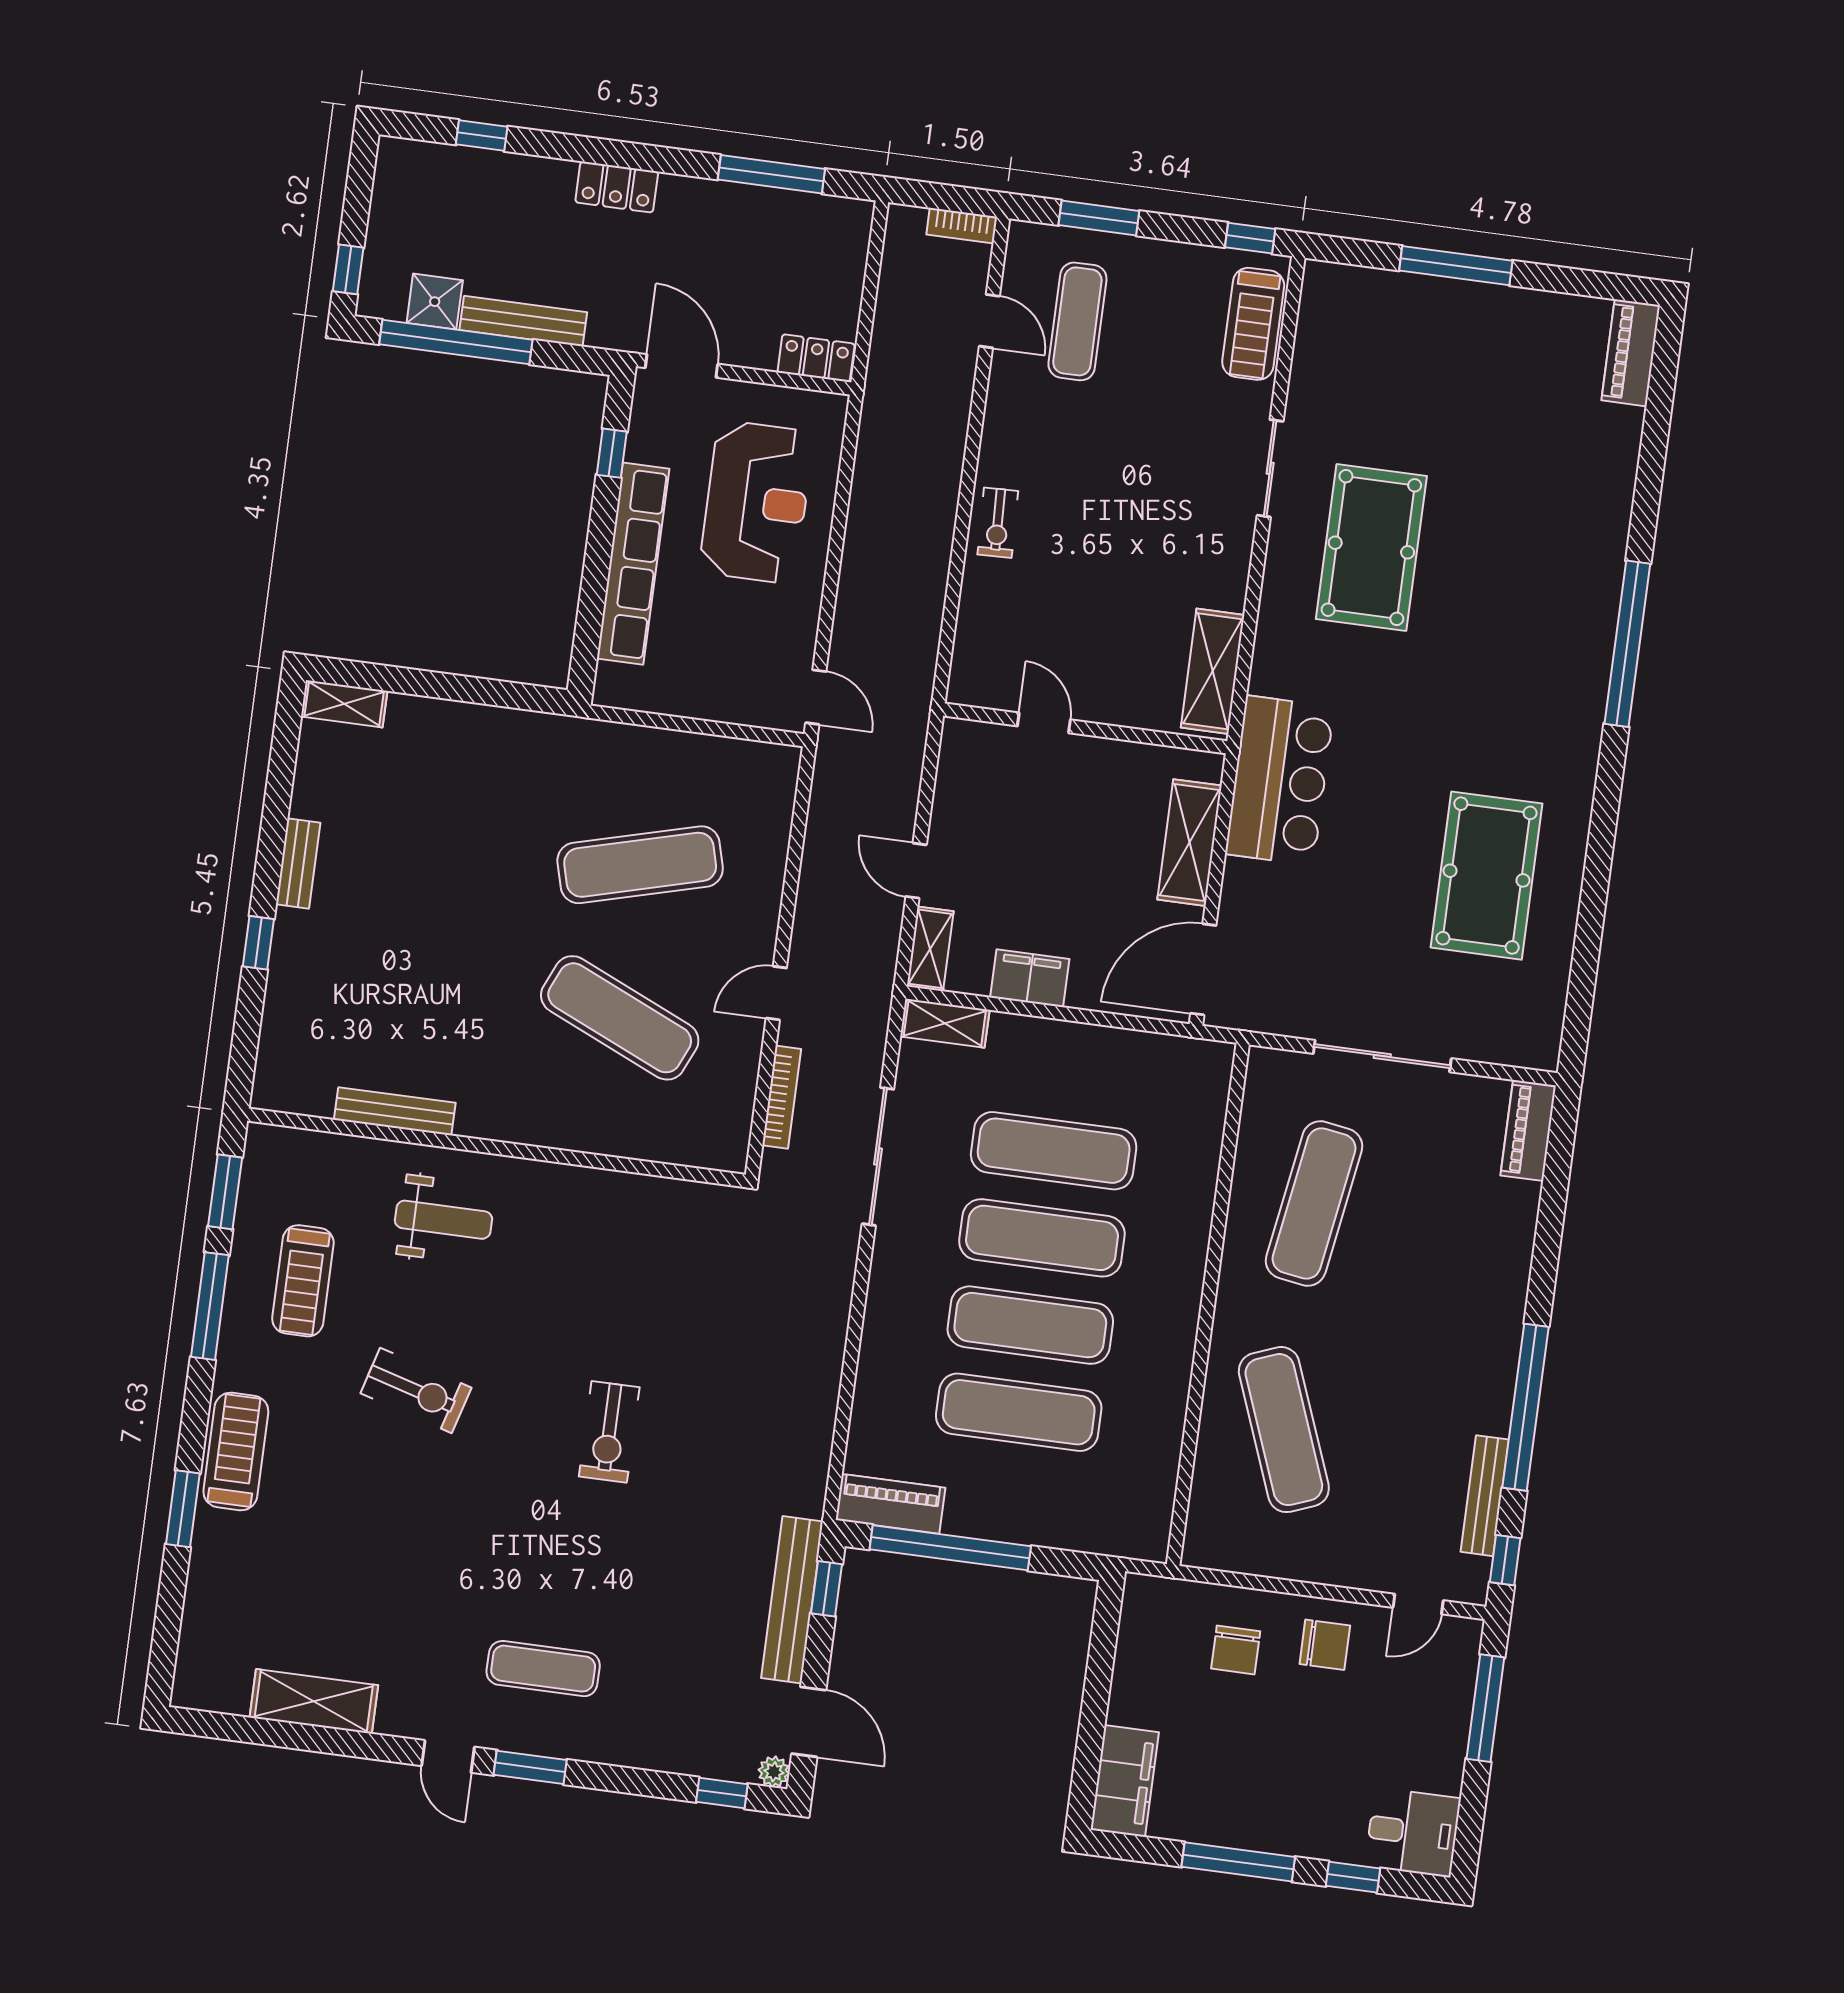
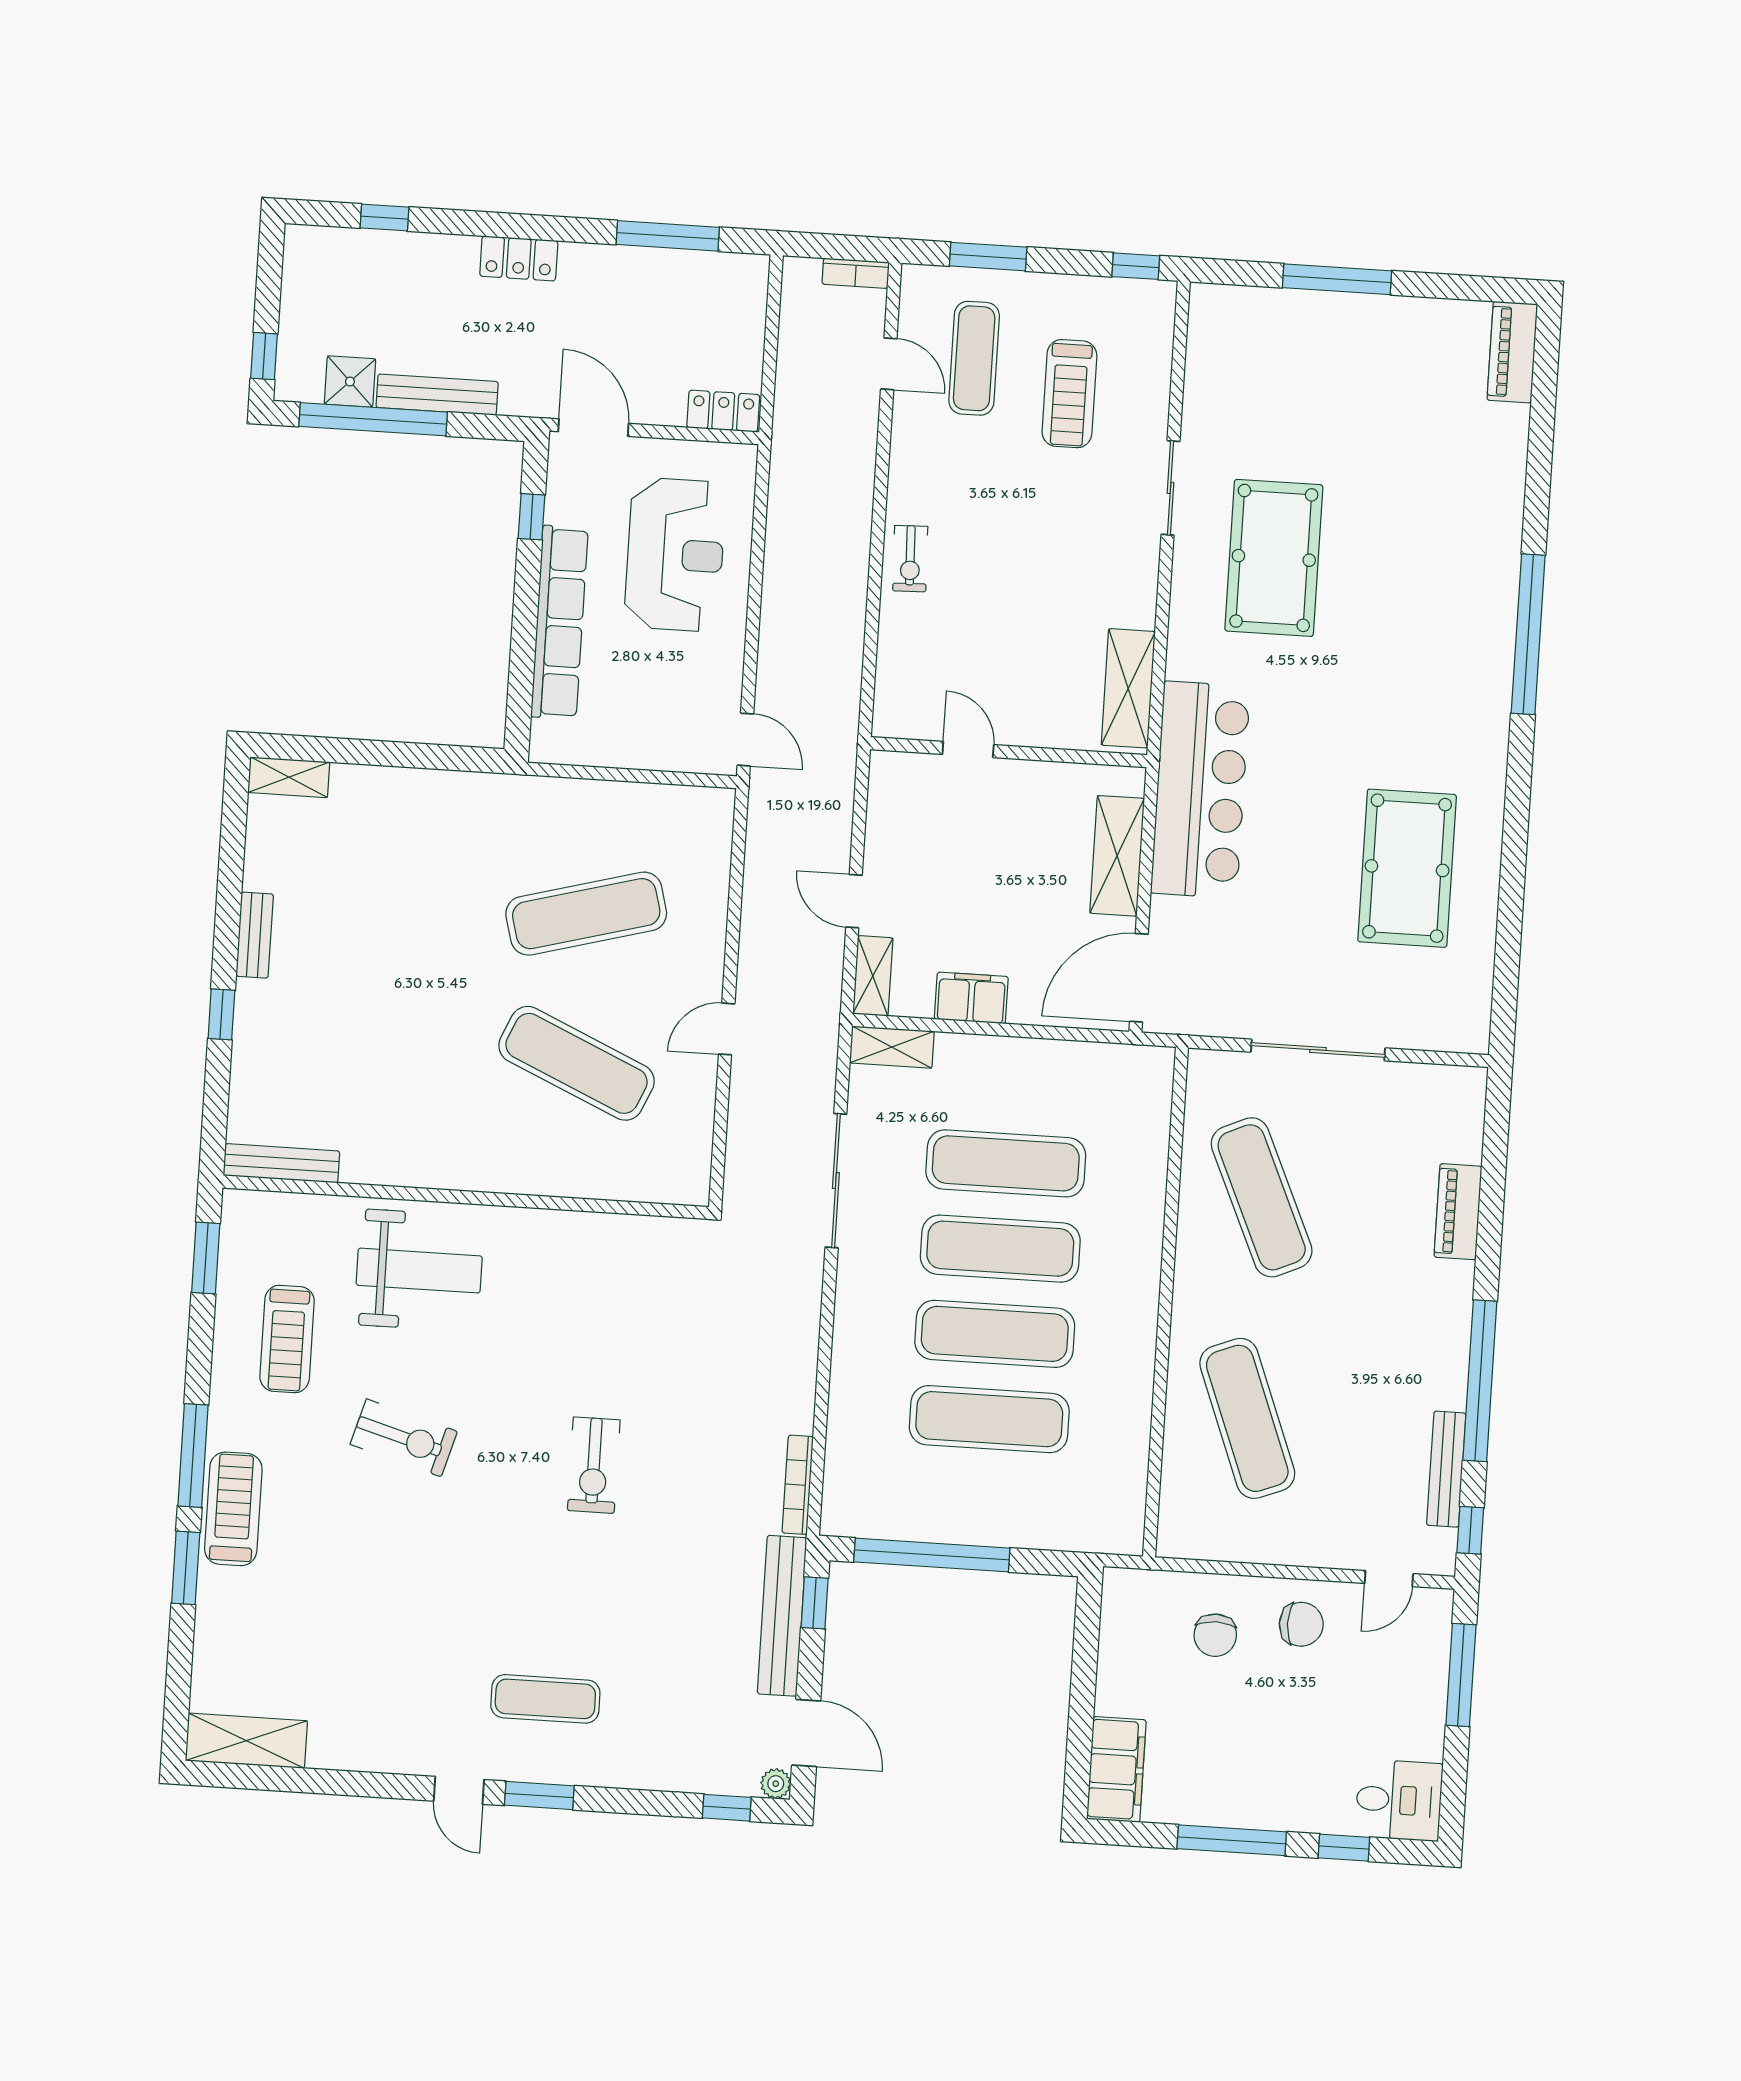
treadmill: (1253, 324) -> (1069, 394), moved
bar counter: (1280, 780) -> (1200, 790), width x1.36
bookcase: (782, 1097) -> (798, 1485), moved, turned 180
bench: (395, 1111) -> (281, 1163), moved
piano: (1528, 1130) -> (1458, 1212), moved
exercise mat: (1314, 1203) -> (1262, 1197), turned -33
weight bench: (443, 1220) -> (419, 1271), width x1.36, depth x1.33
window: (210, 1306) -> (193, 1455), moved
piano: (890, 1504) -> (871, 1516), removed
shelving: (314, 1701) -> (246, 1741), moved

